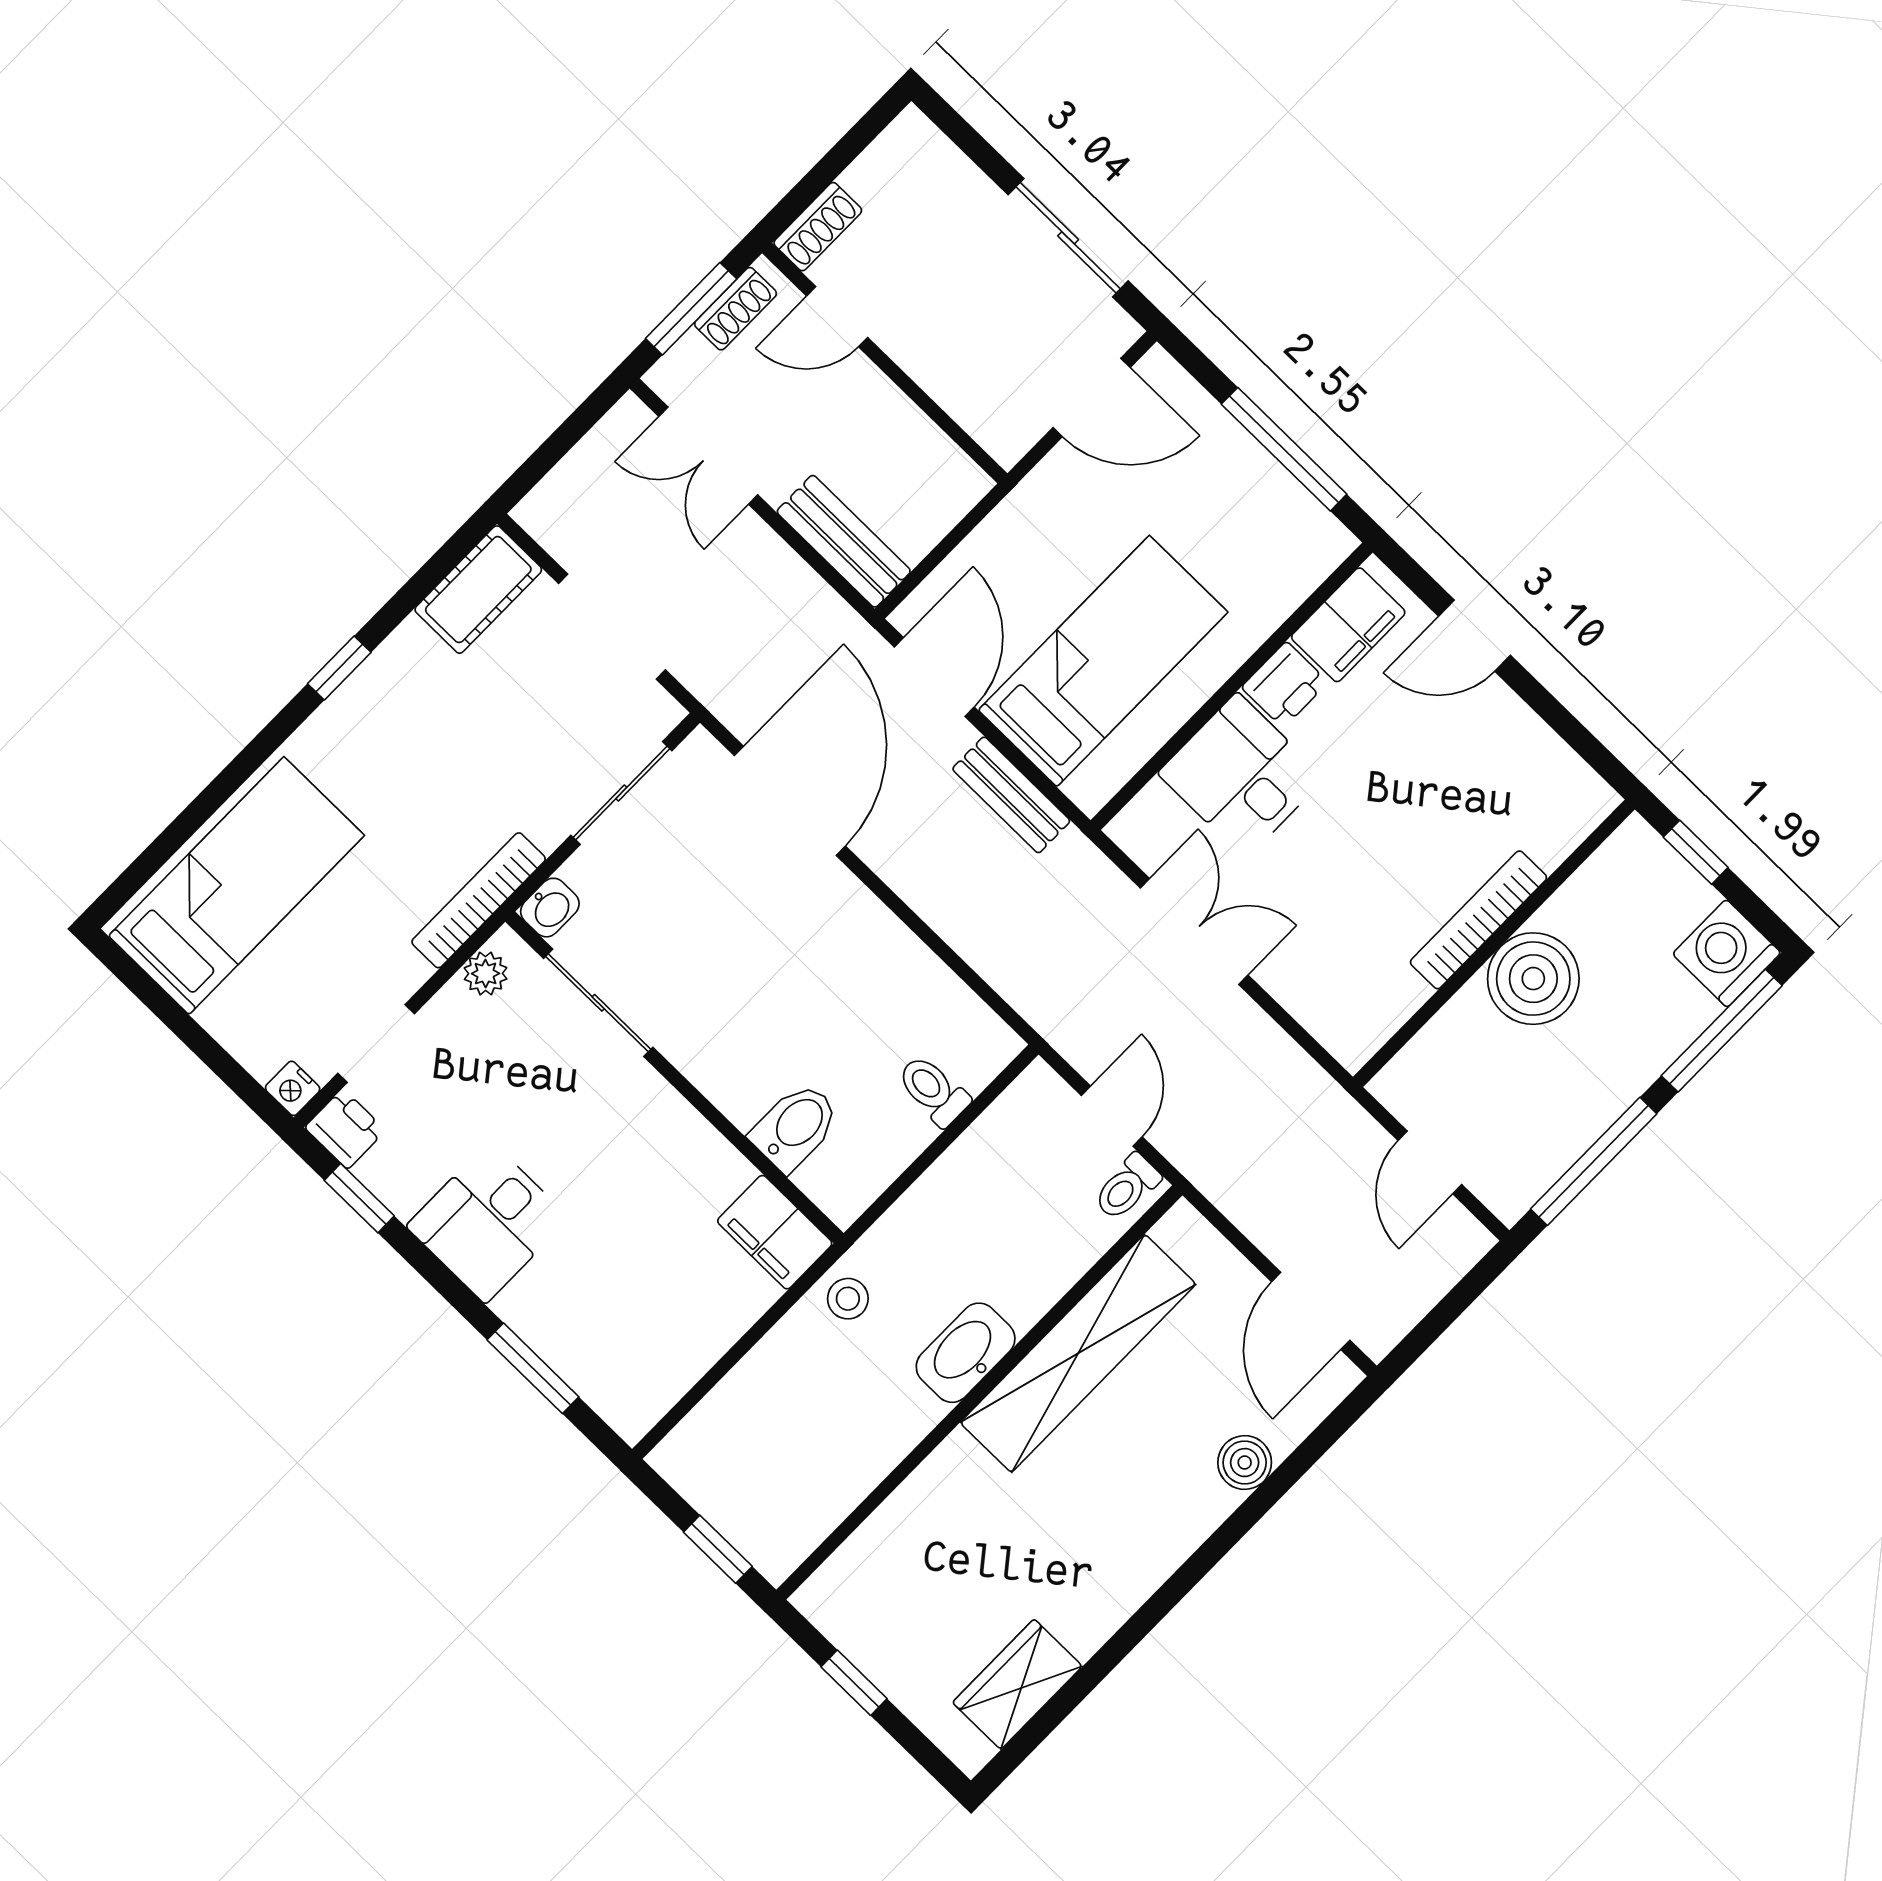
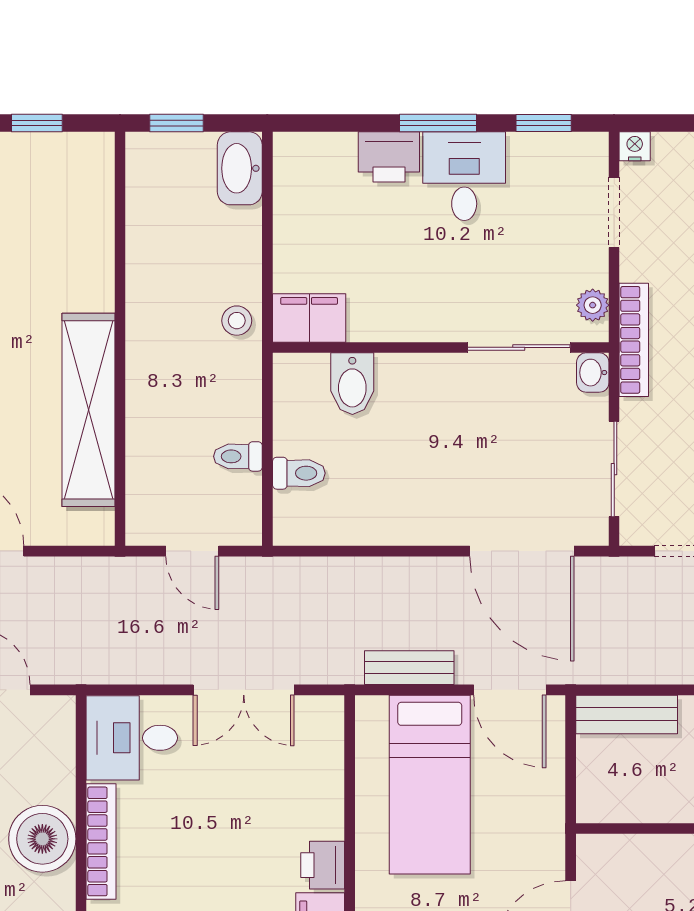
desk: (1241, 776) -> (132, 738), moved, turned 180
printer: (345, 1129) -> (389, 157), moved, width x1.36, depth x1.24
toilet: (1127, 1187) -> (238, 456), moved, turned -90
washbasin: (966, 1353) -> (240, 168), moved, turned 180
window: (533, 1368) -> (438, 123), moved

